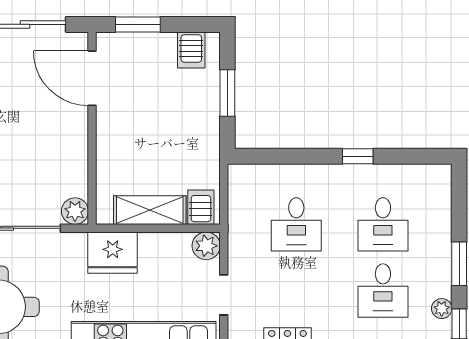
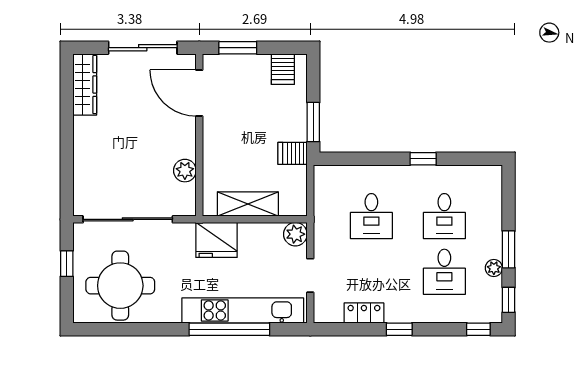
window: (227, 93) -> (313, 122), moved
server rack: (201, 207) -> (293, 153), moved, turned -90
plant: (75, 211) -> (185, 171), moved
plant: (442, 309) -> (494, 268), moved

